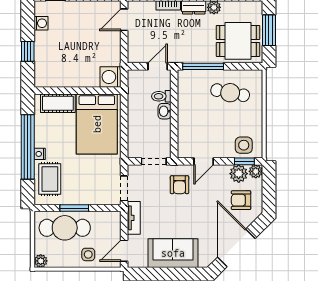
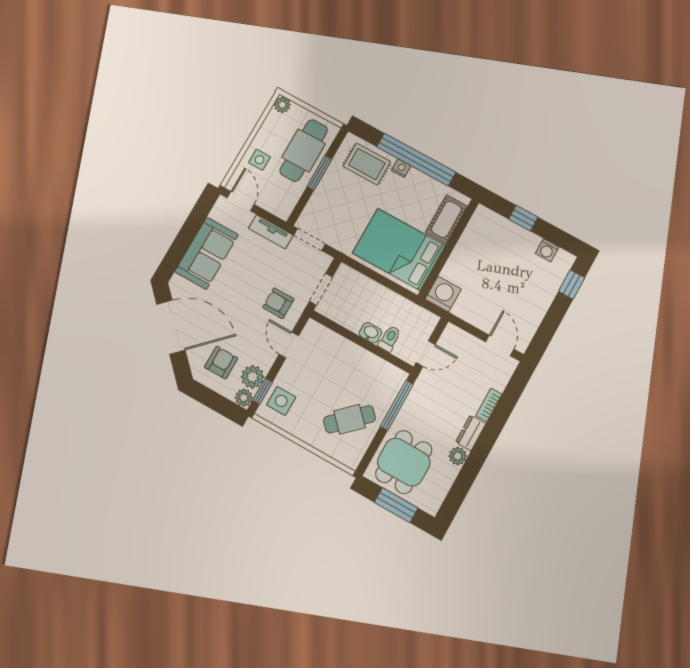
door: (158, 66) -> (426, 353), hinge flipped
cafe table: (230, 93) -> (350, 419), turned 35

